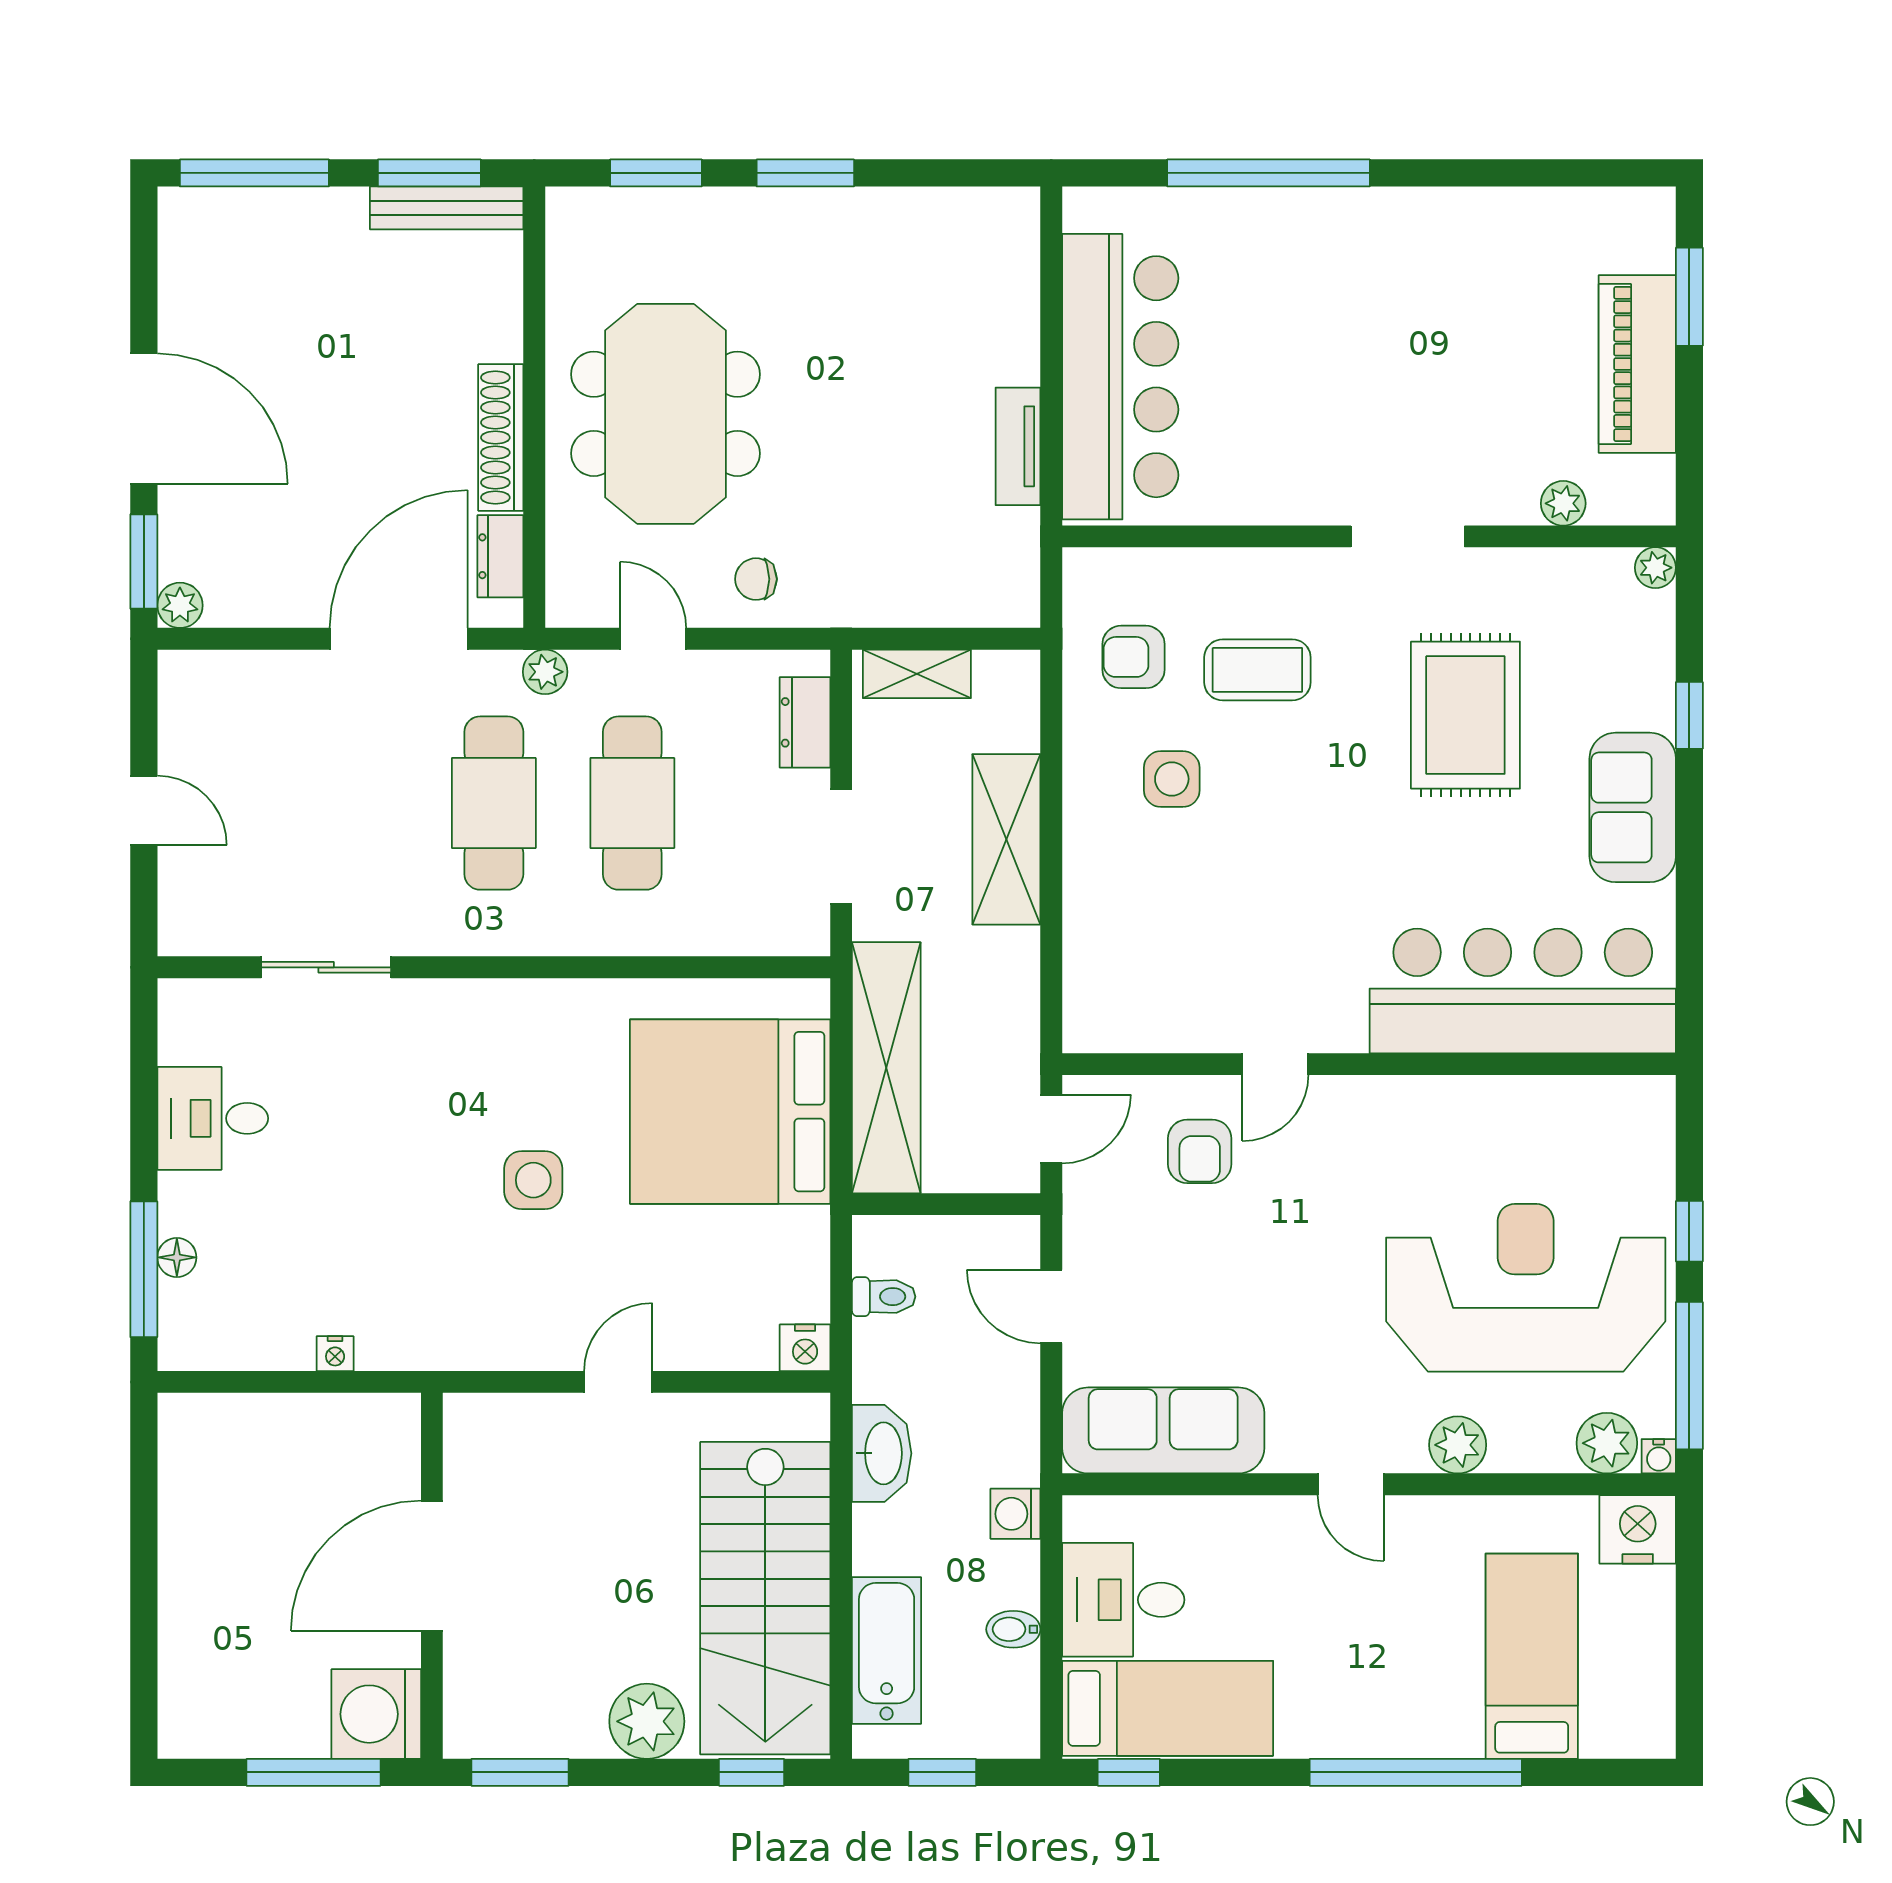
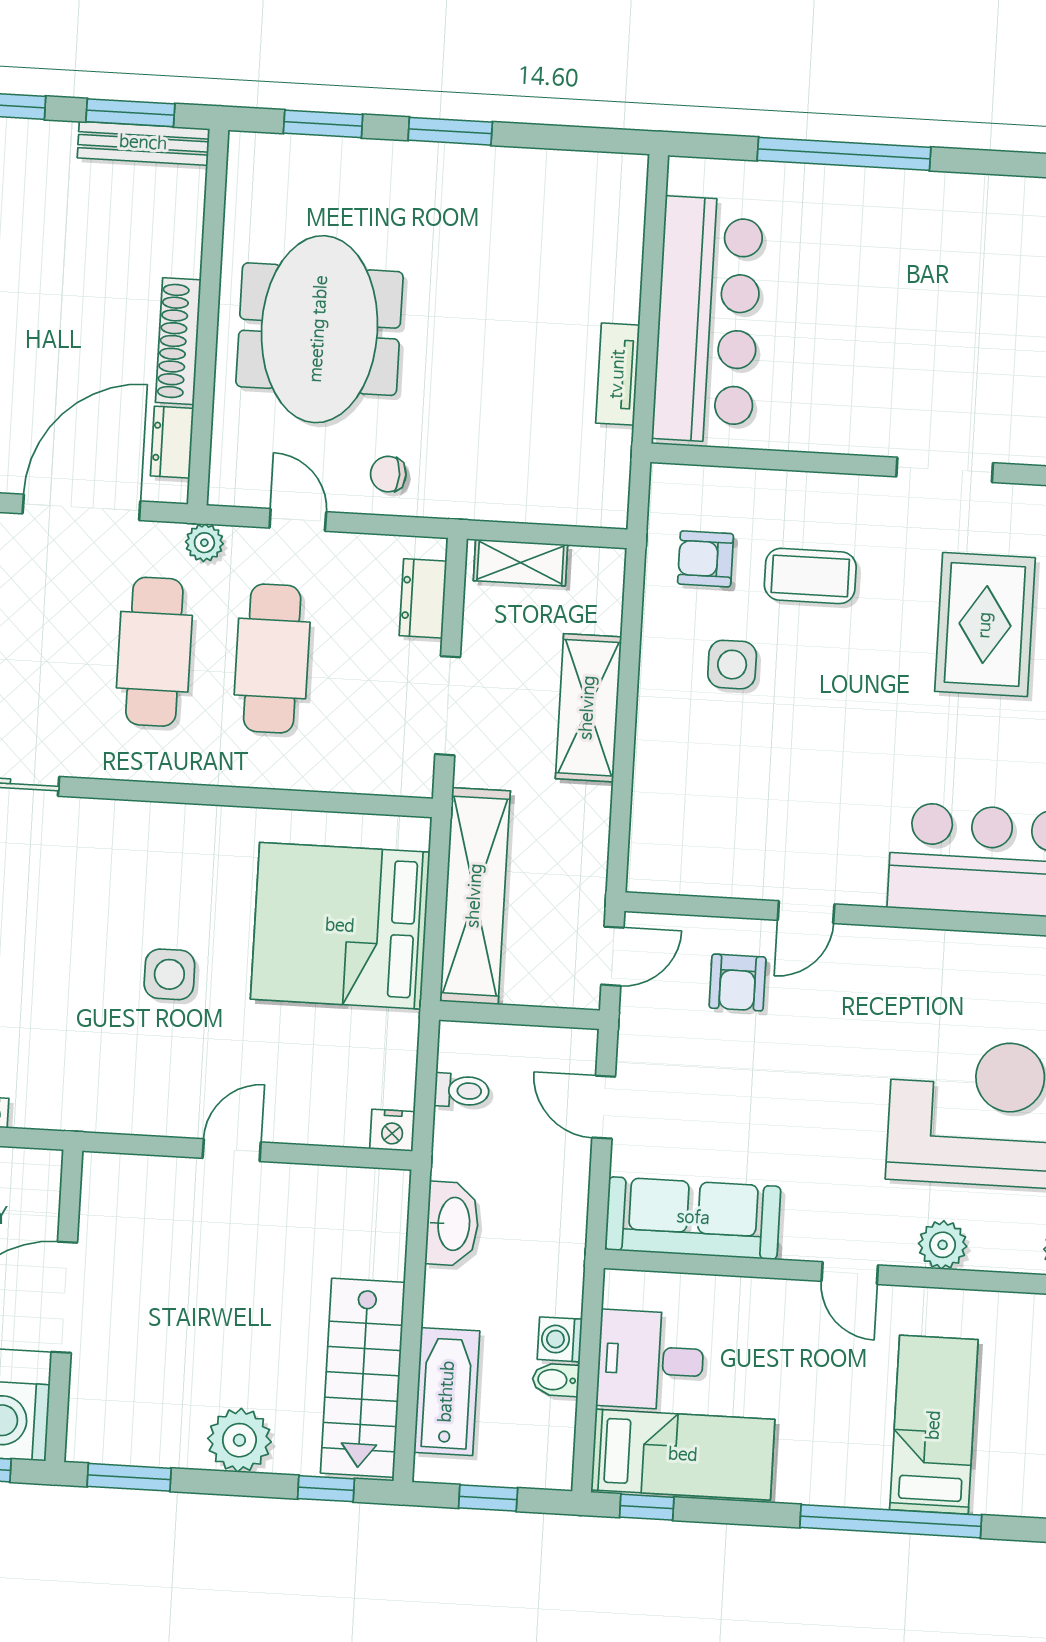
washing machine: (1015, 1514) -> (560, 1339), moved
stairs: (765, 1598) -> (363, 1378), width x0.73, depth x0.66
bed: (1532, 1656) -> (934, 1425), moved

